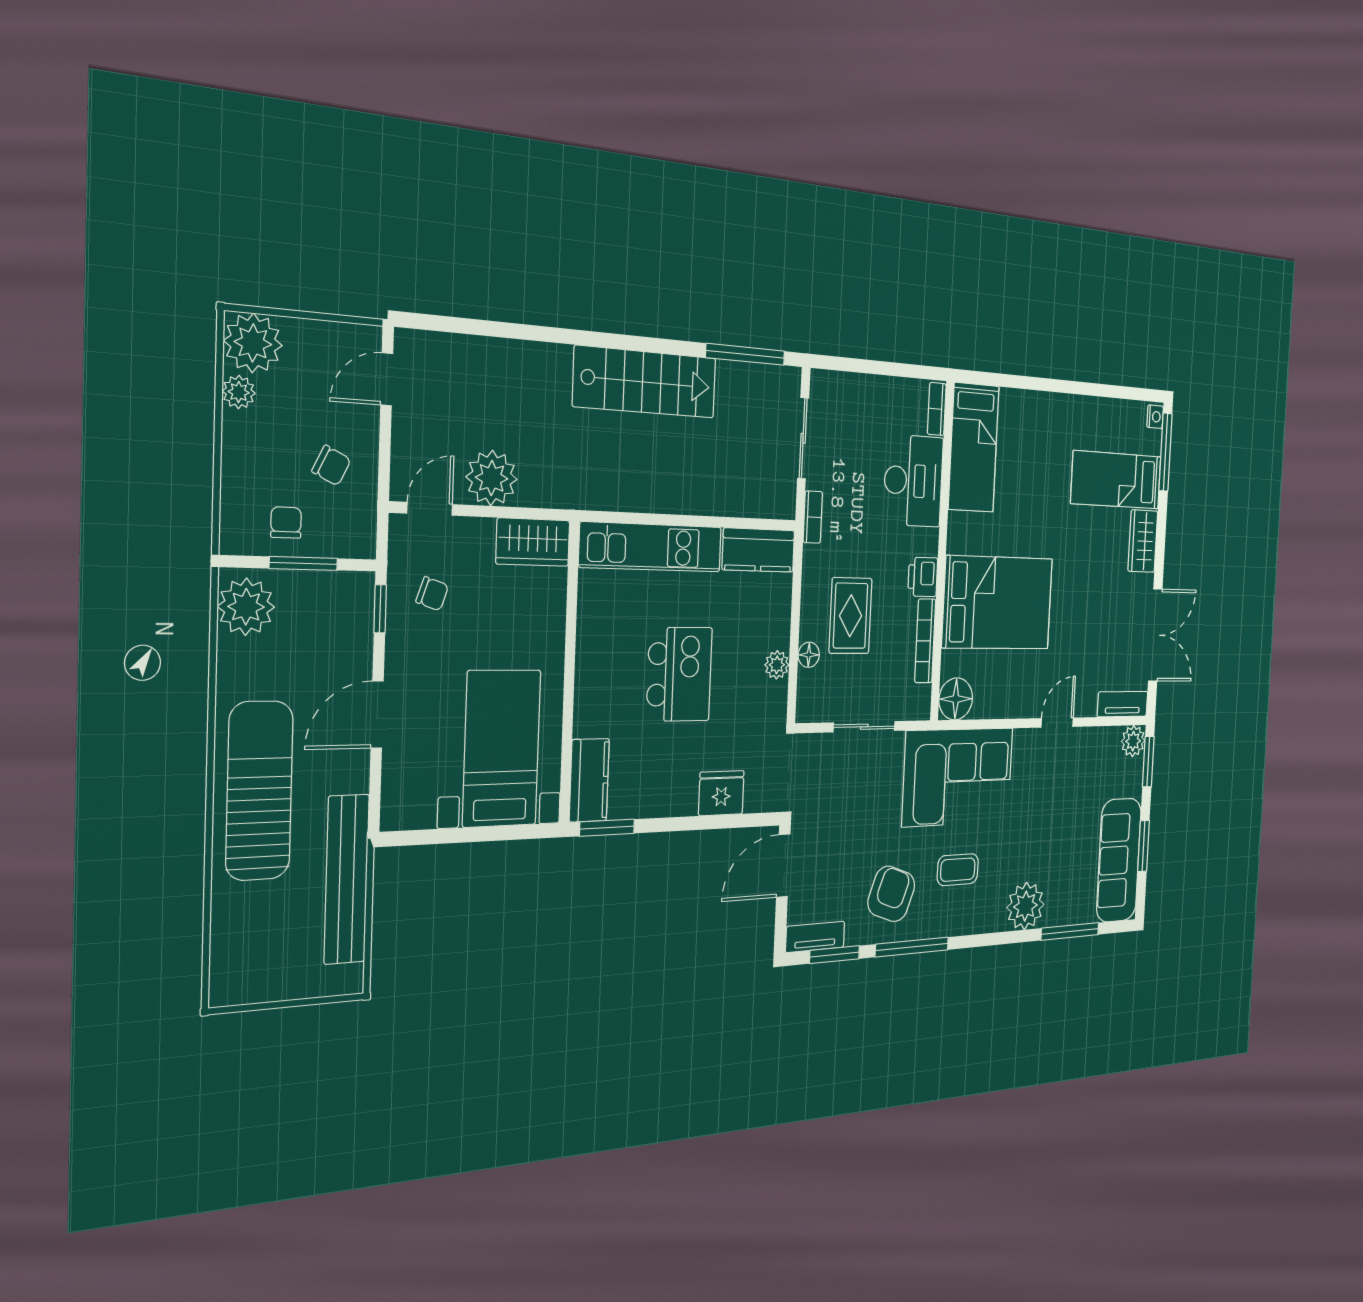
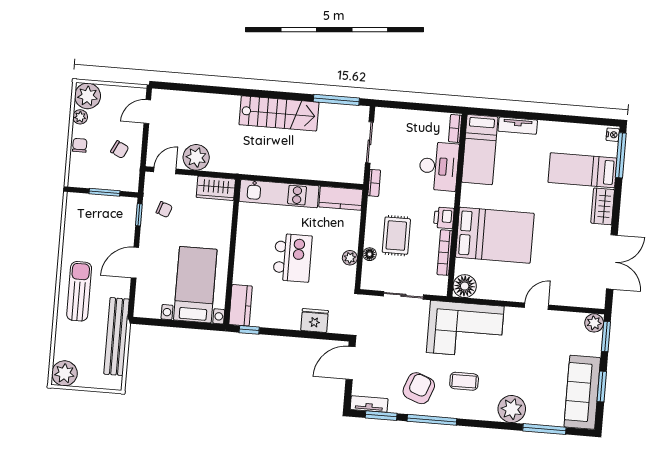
chair: (286, 522) -> (80, 145), moved
plant: (246, 607) -> (64, 373), moved
tv unit: (1123, 704) -> (518, 126), moved, turned 180
sun lounger: (259, 791) -> (79, 291), width x0.73, depth x0.75
window: (607, 828) -> (249, 330), width x0.67

